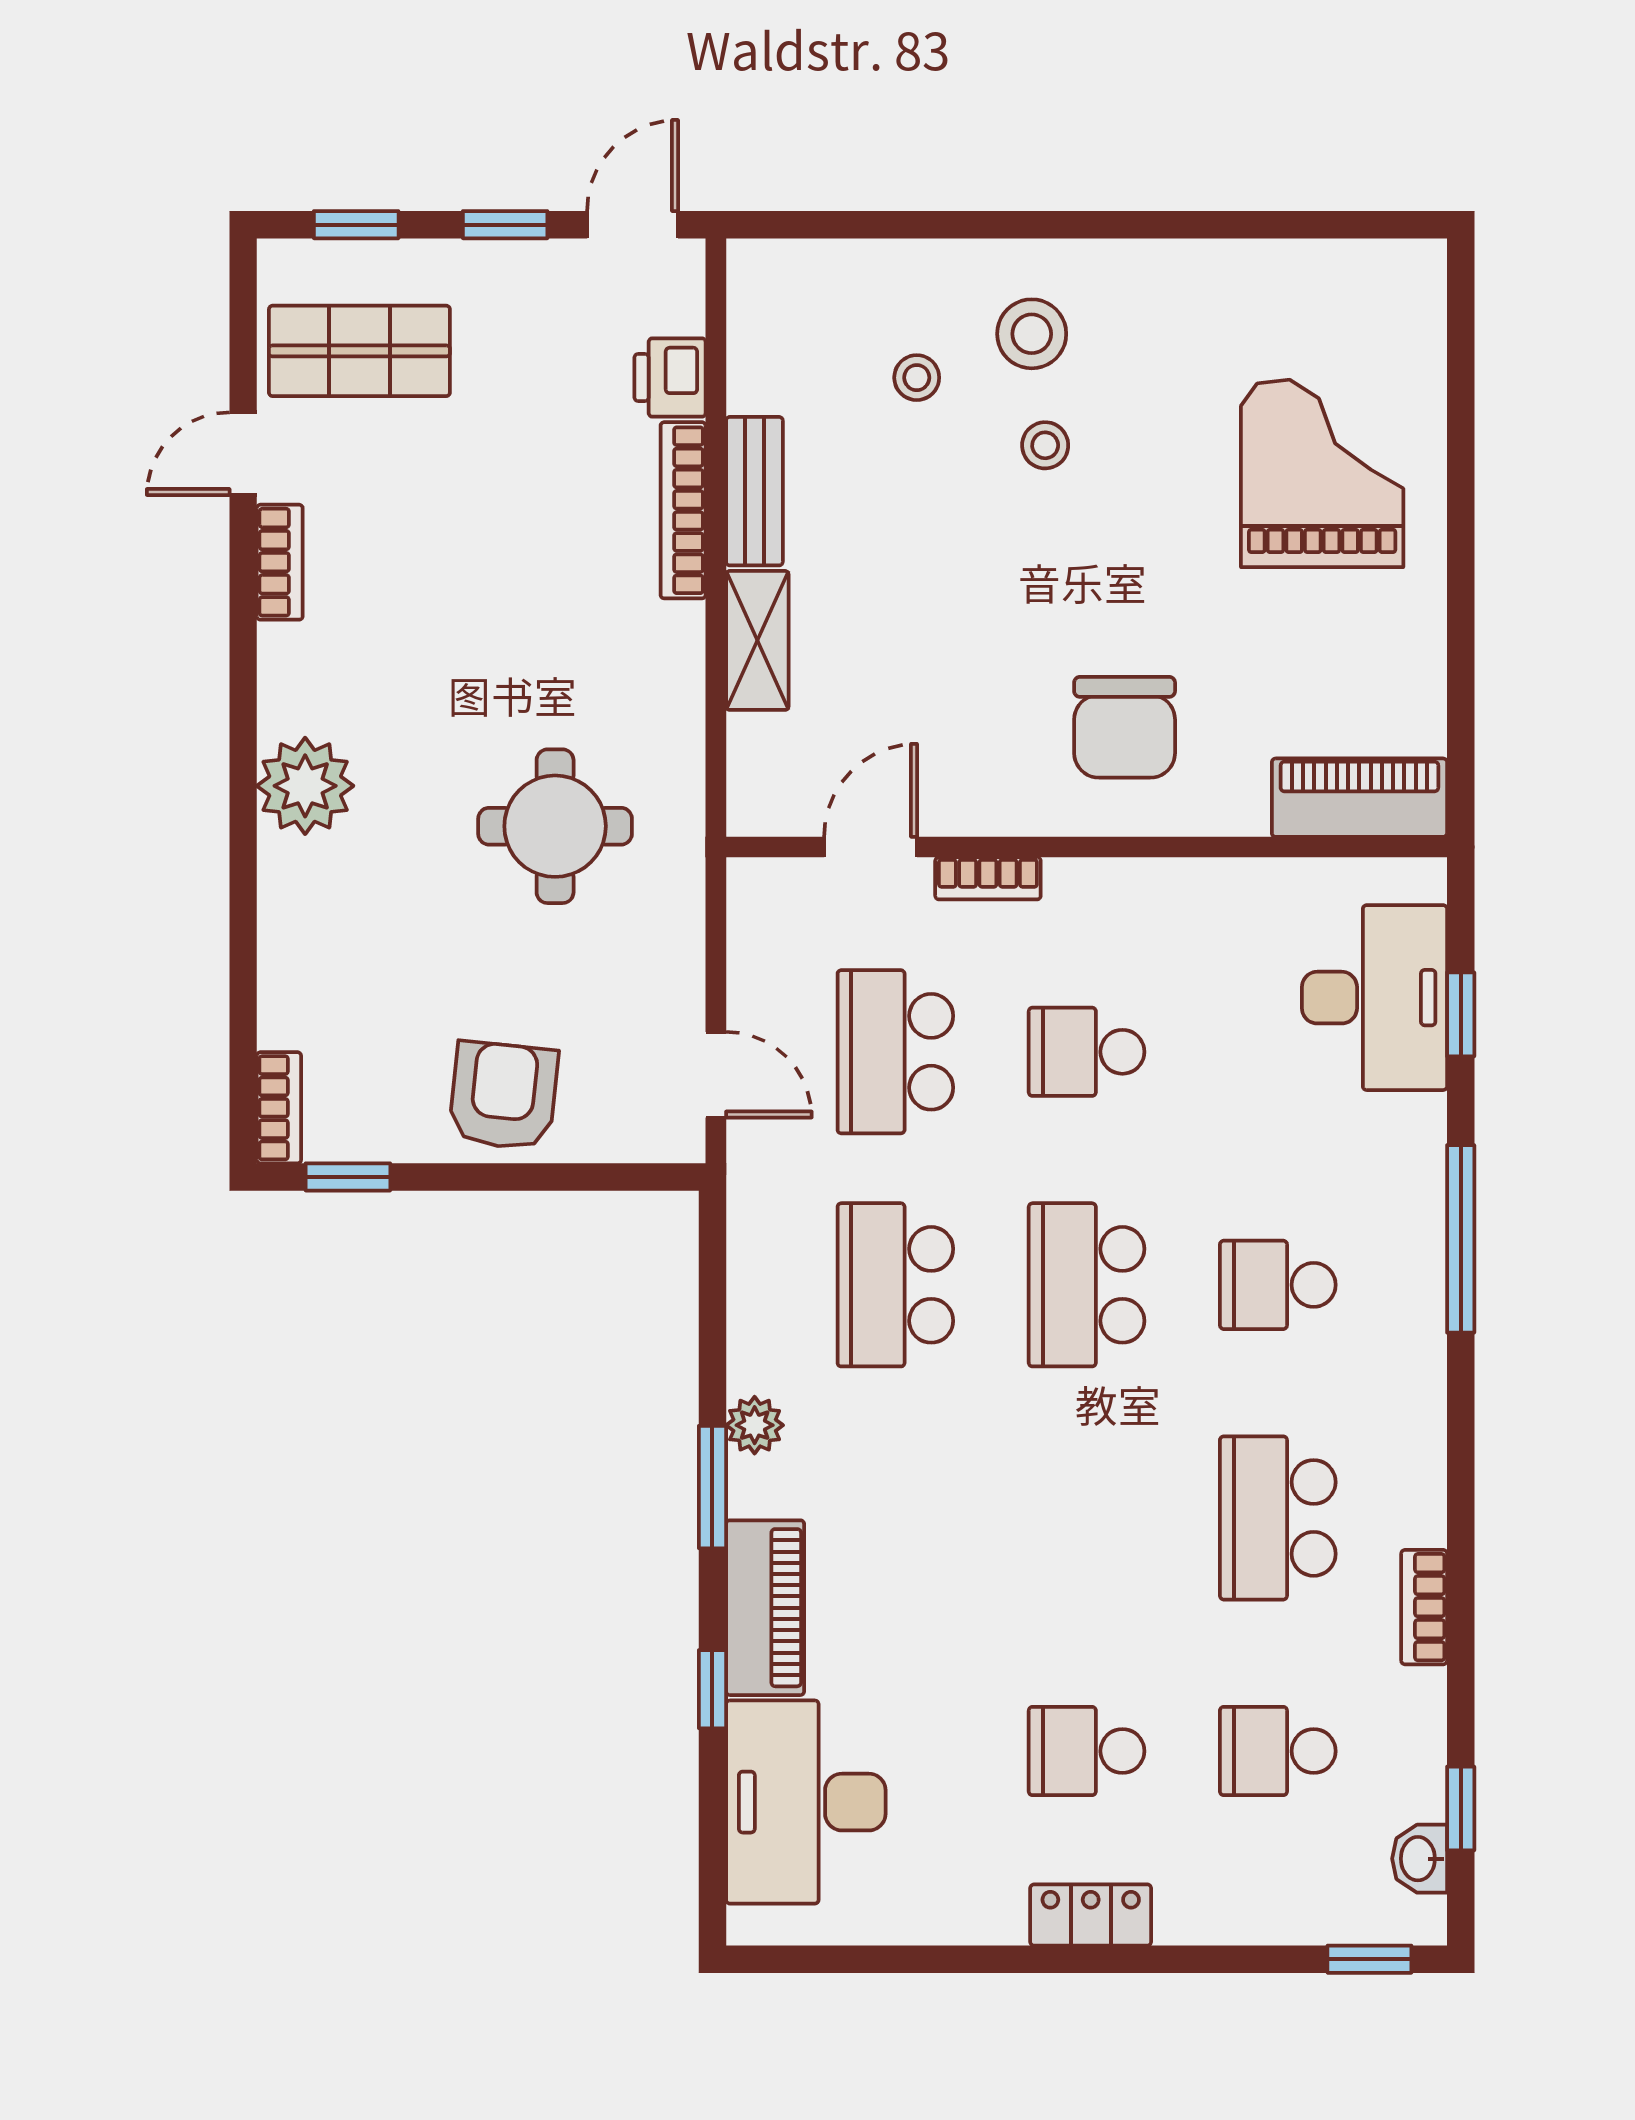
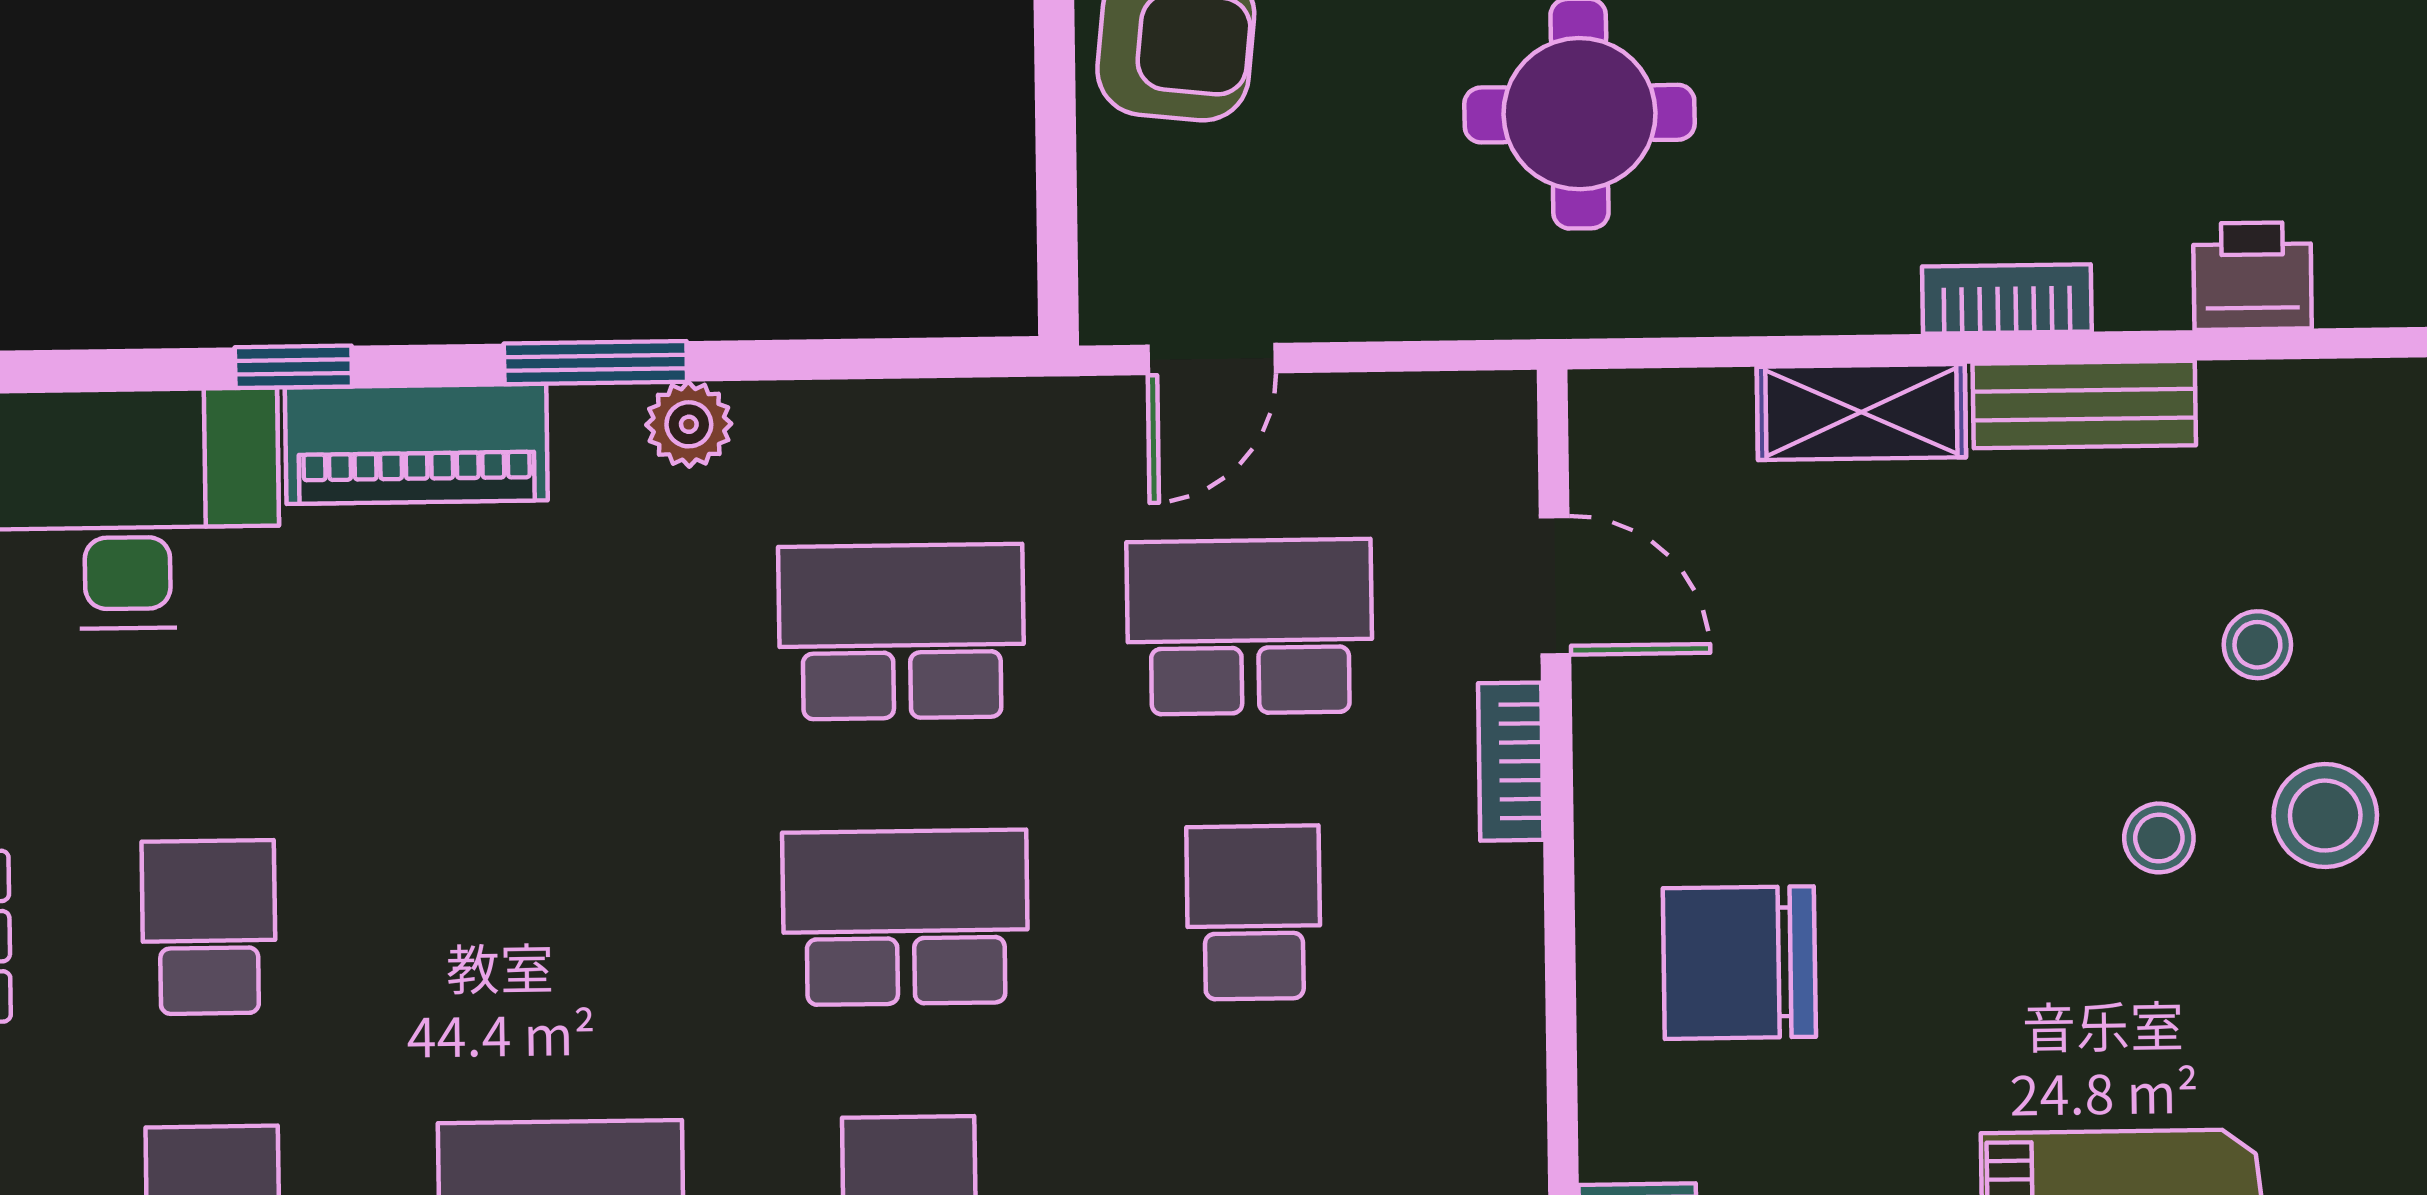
bookcase: (683, 510) -> (2007, 299), width x0.64

